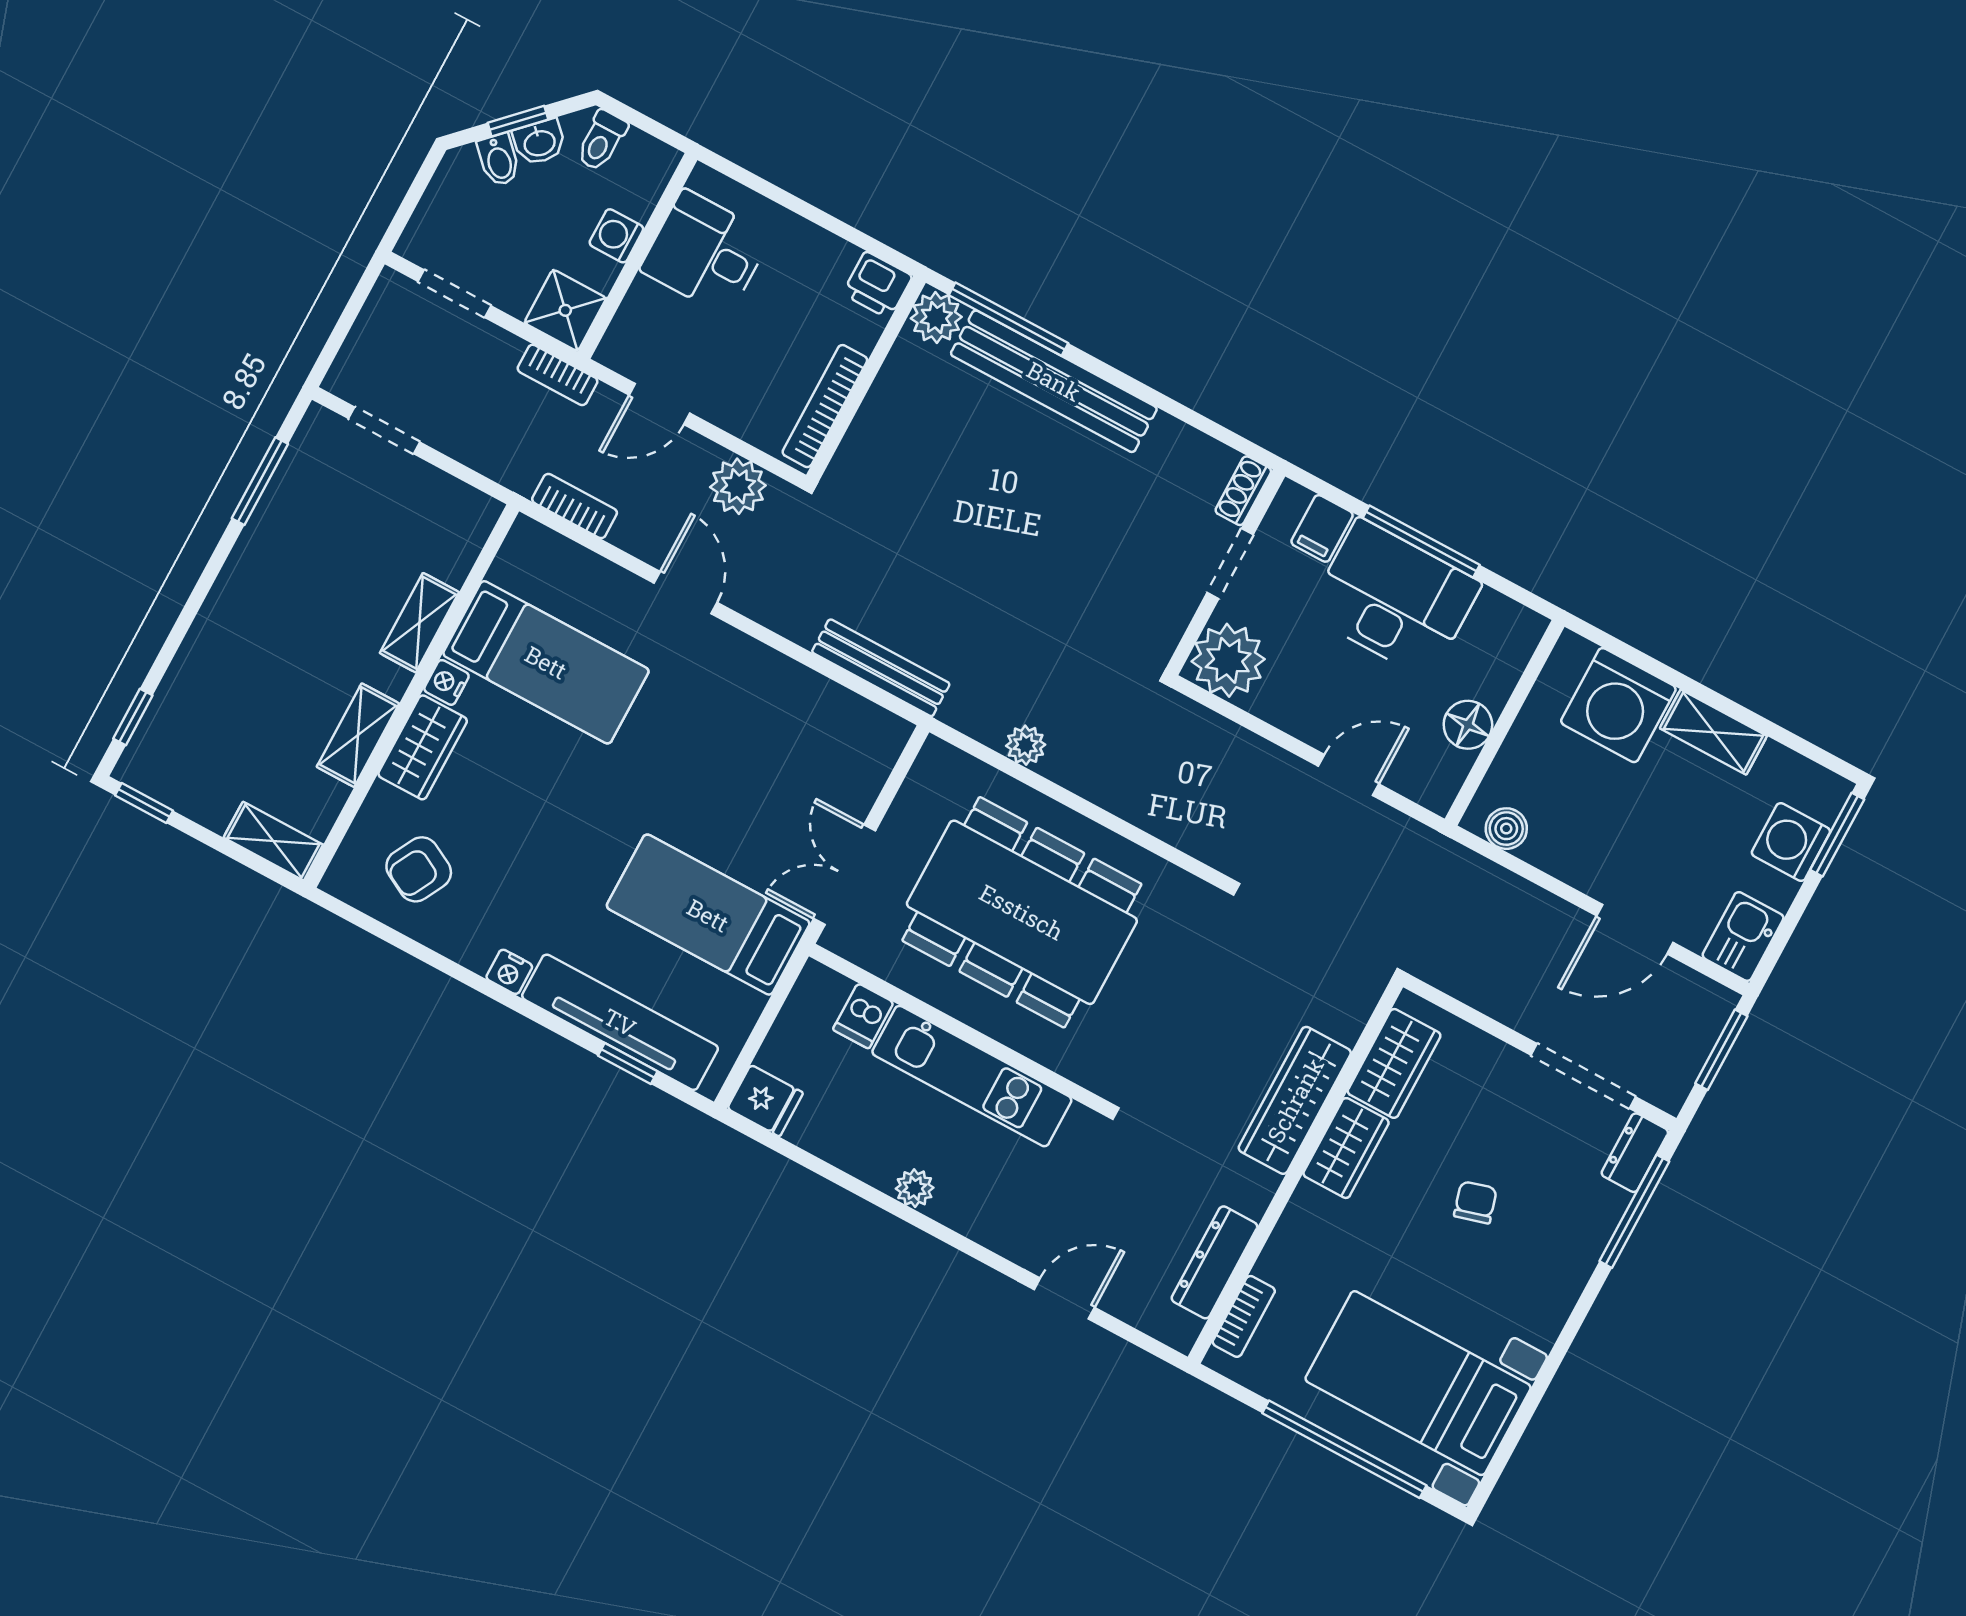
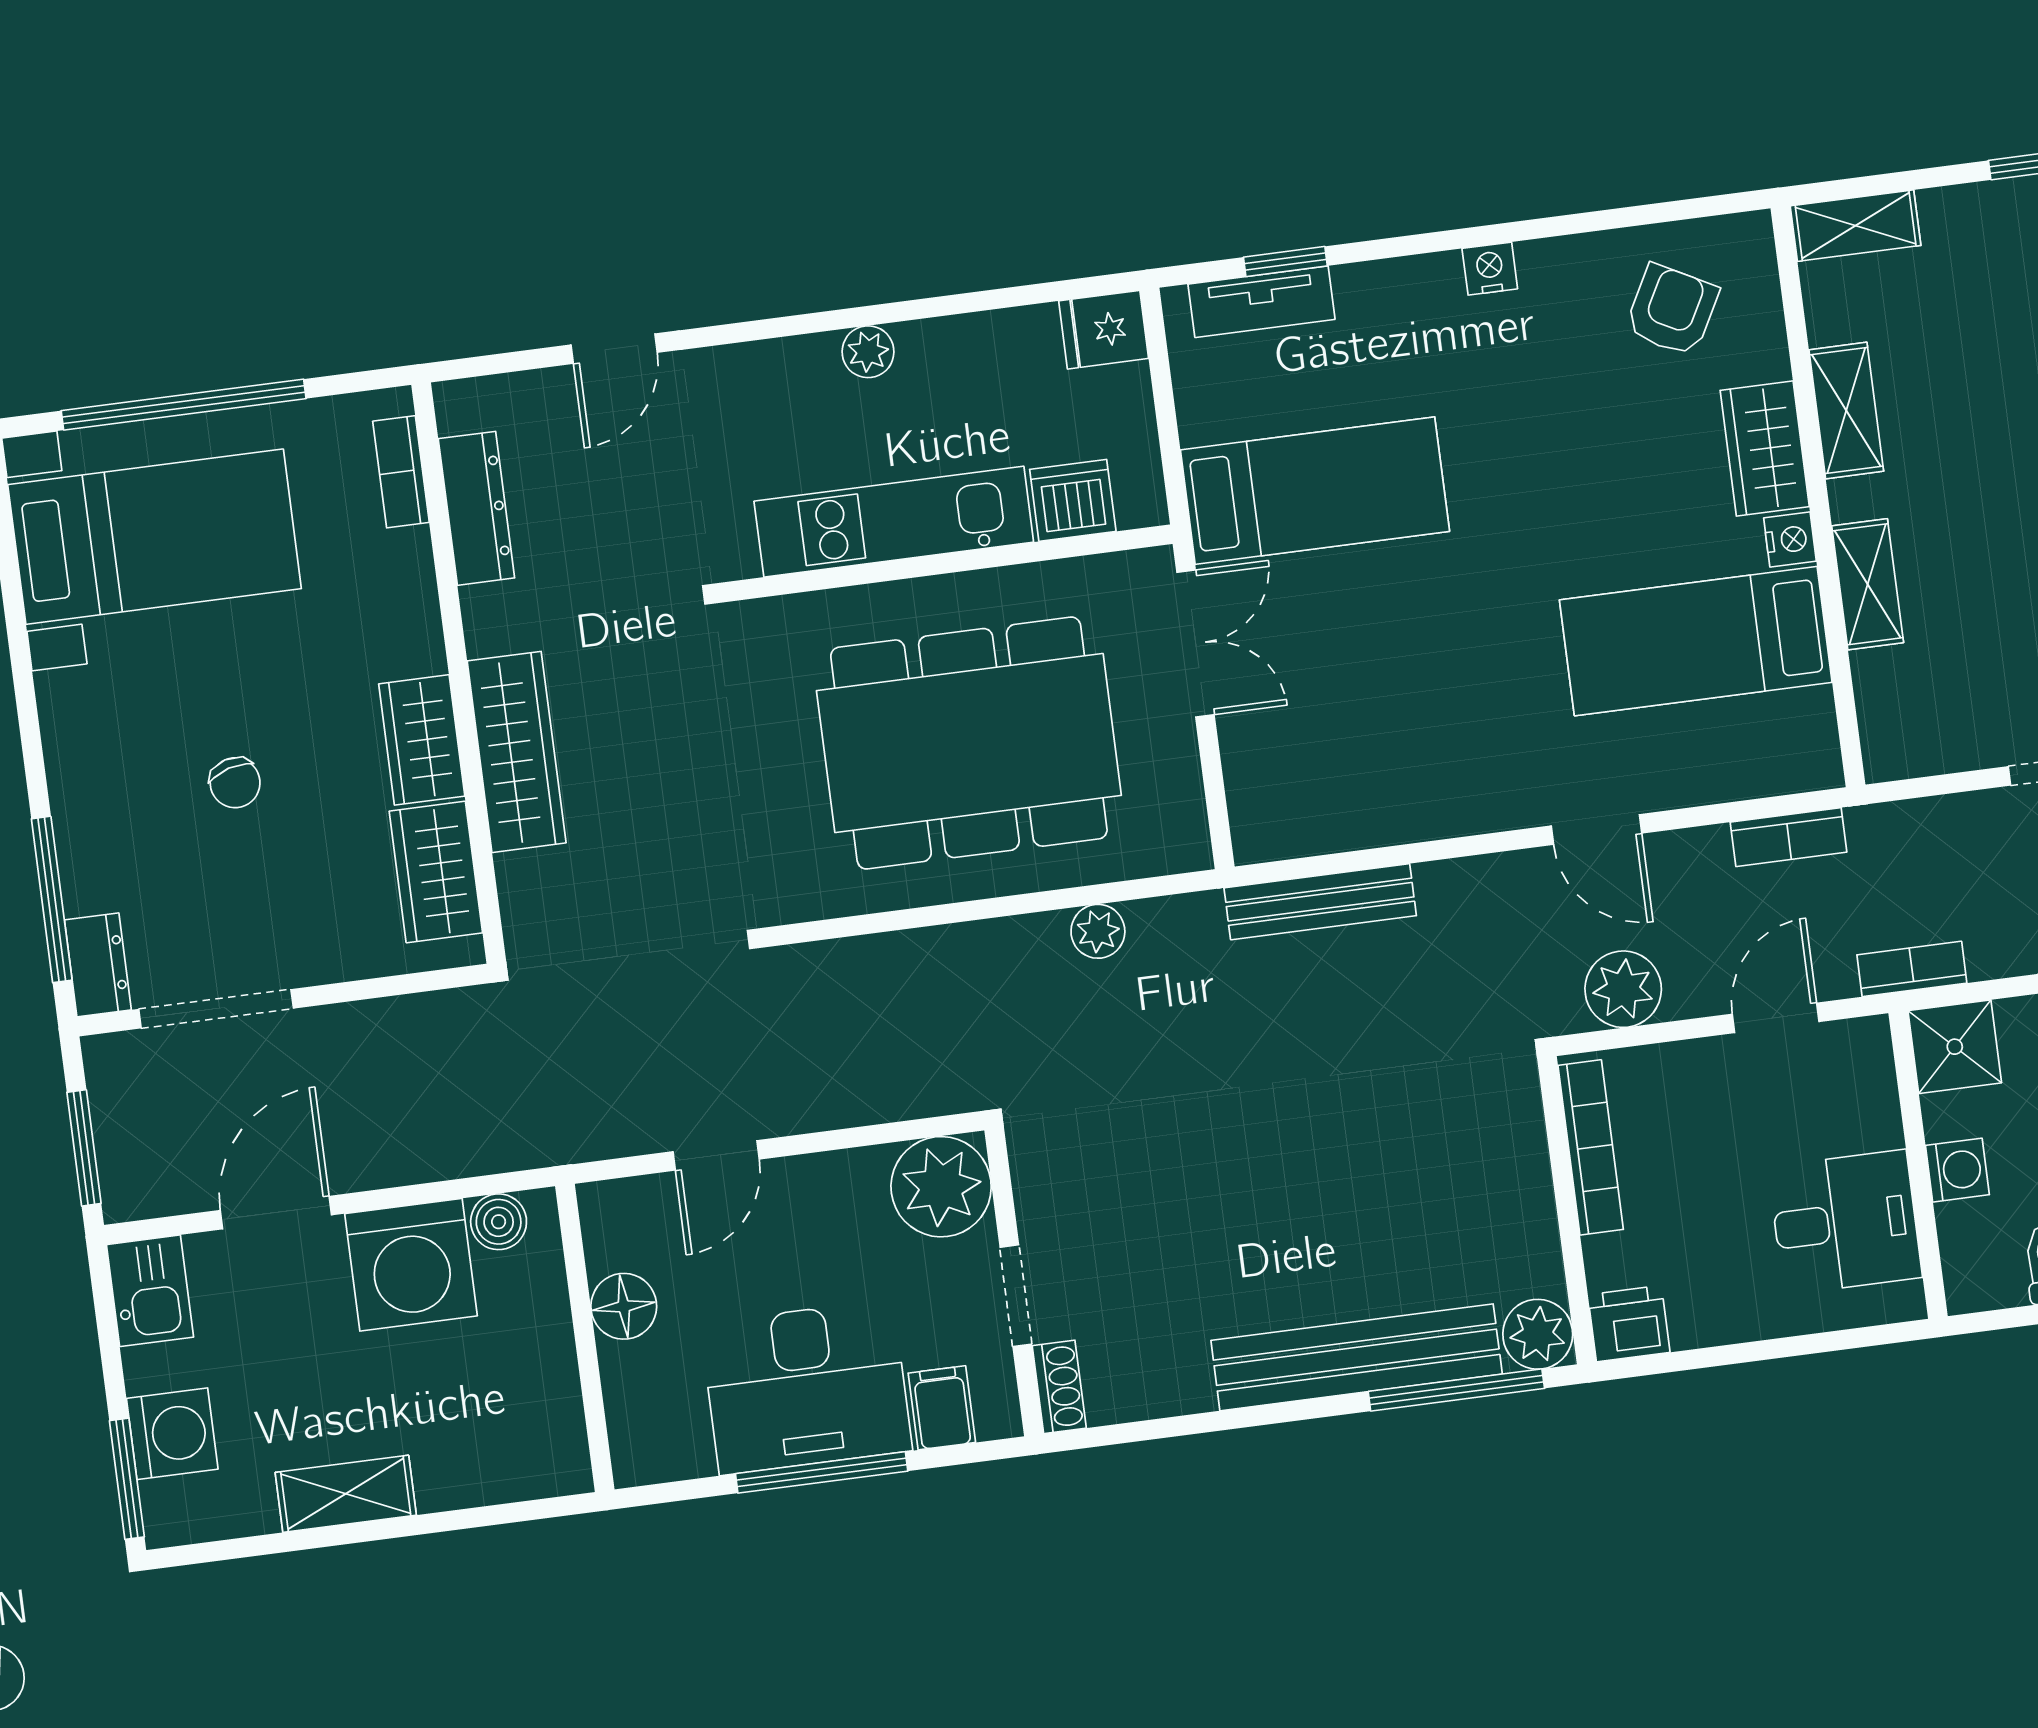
washing machine: (1618, 705) -> (411, 1265), moved, turned 180
dishwasher: (863, 1016) -> (1073, 500), width x1.38
tv unit: (620, 1022) -> (1262, 302), width x0.52, depth x0.78

